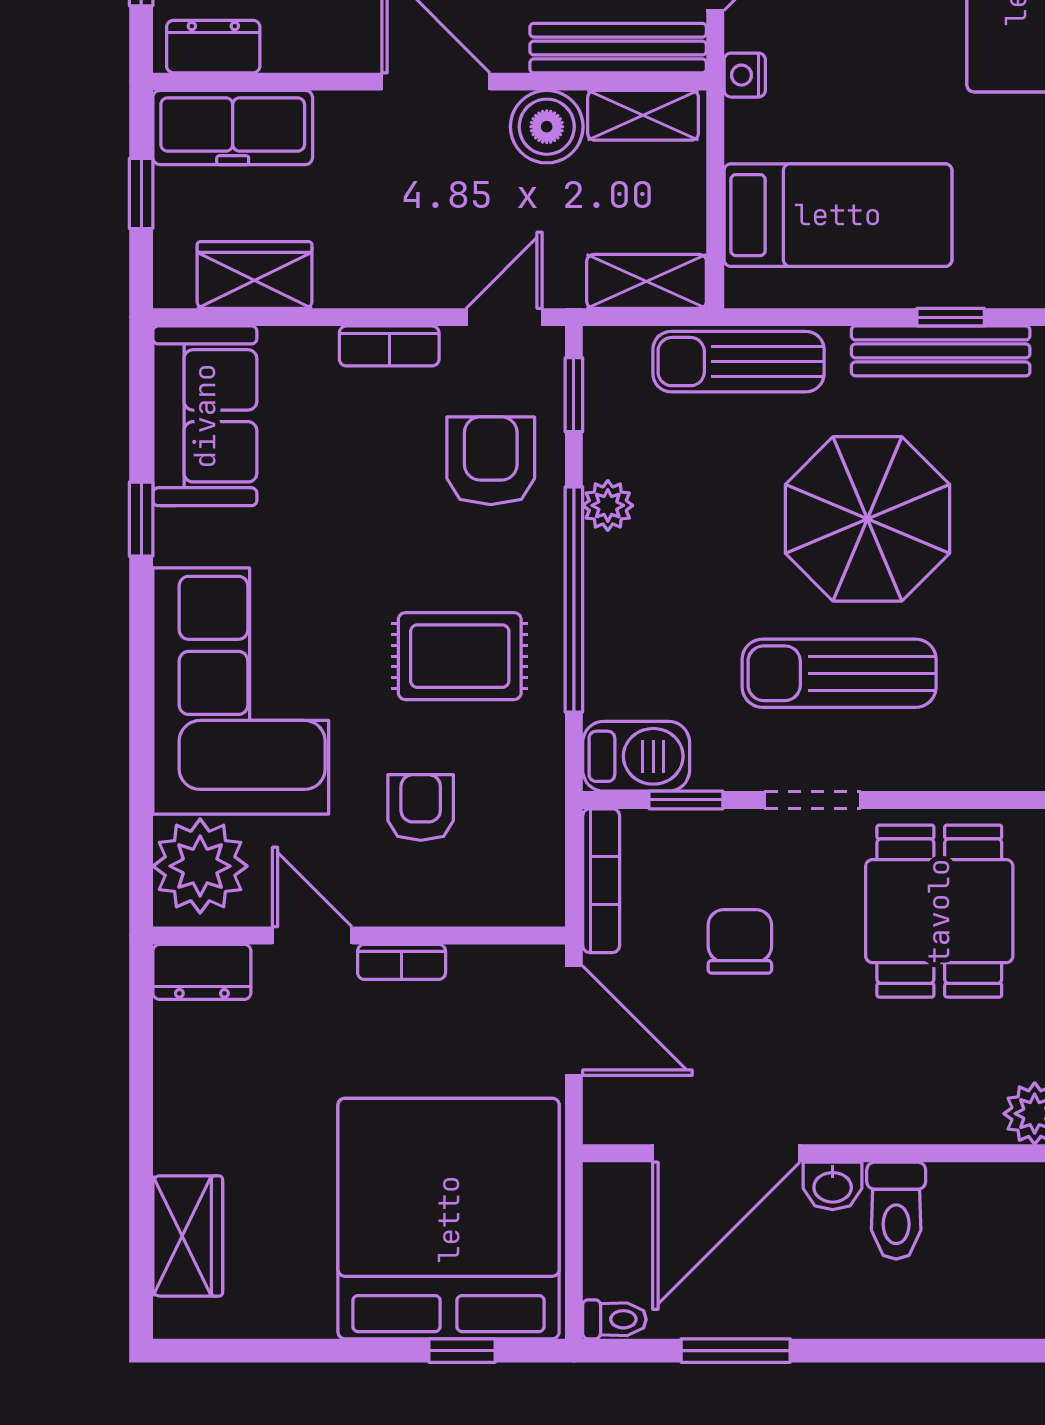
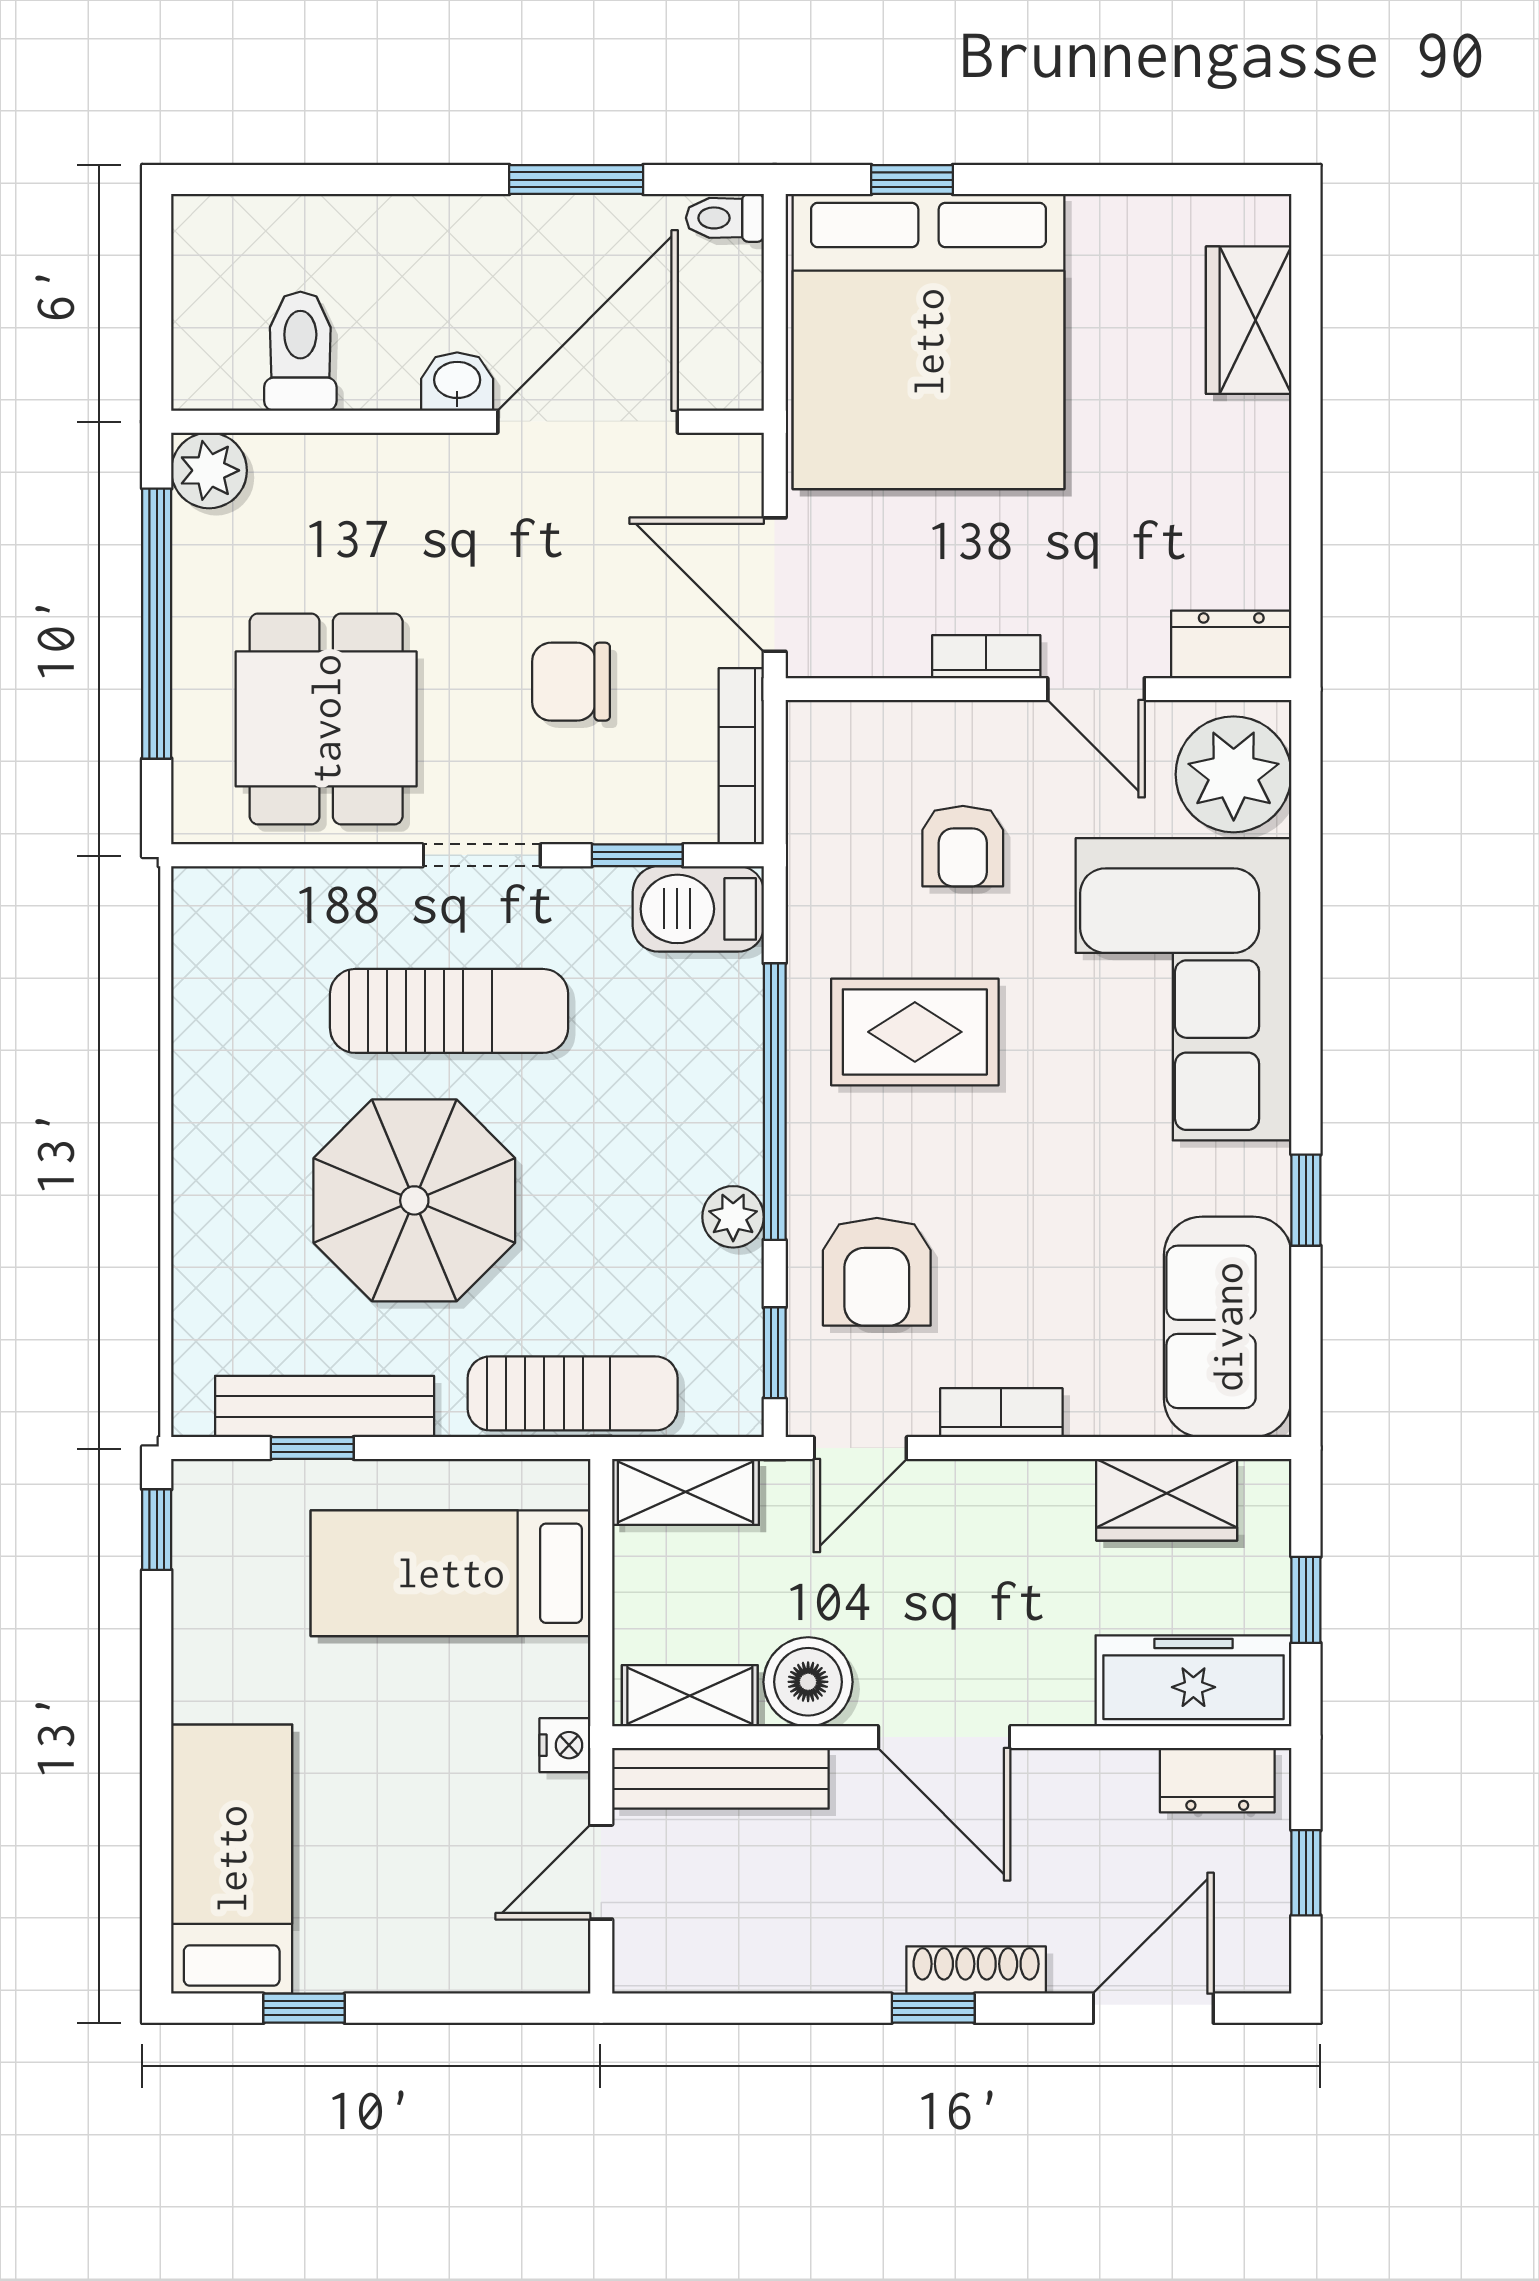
chair: (740, 941) -> (571, 682), turned 90
toilet: (896, 1211) -> (300, 351), moved

